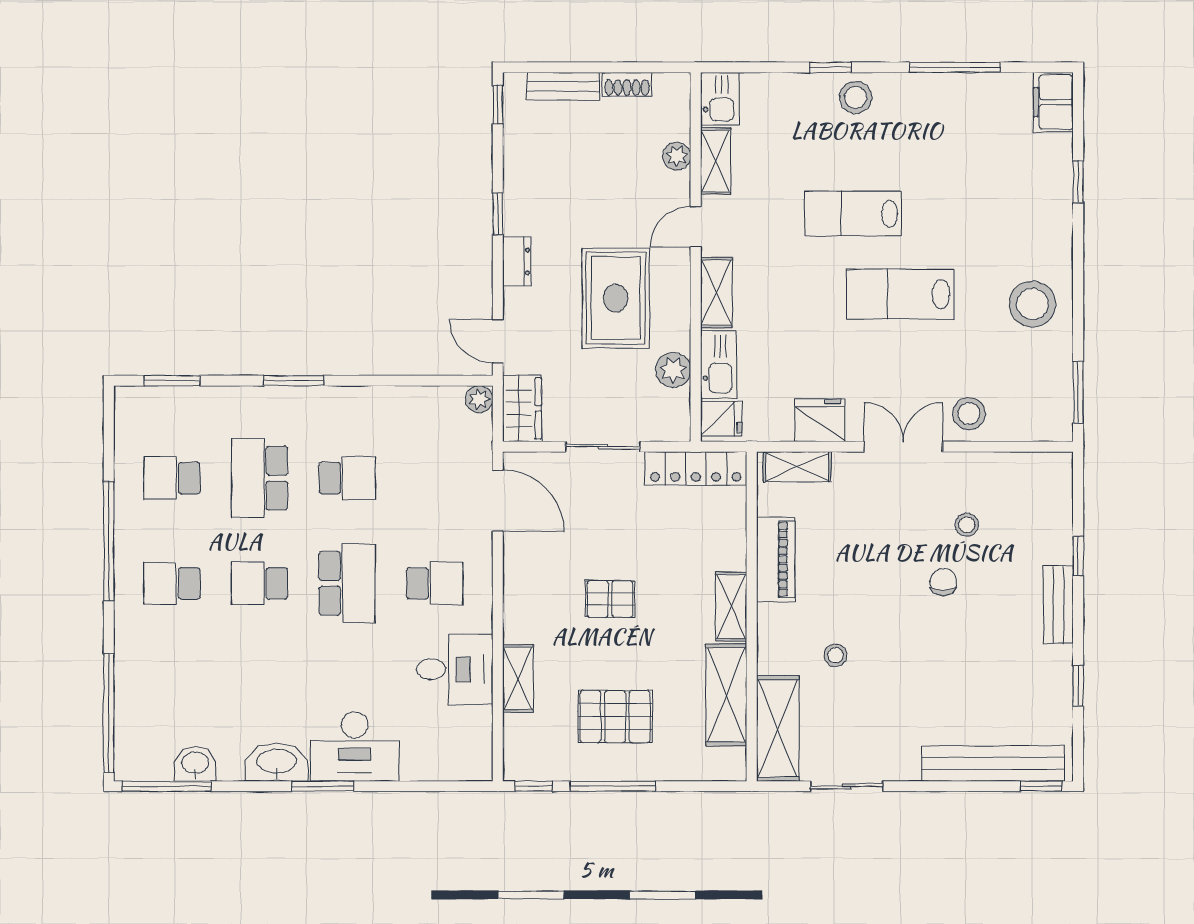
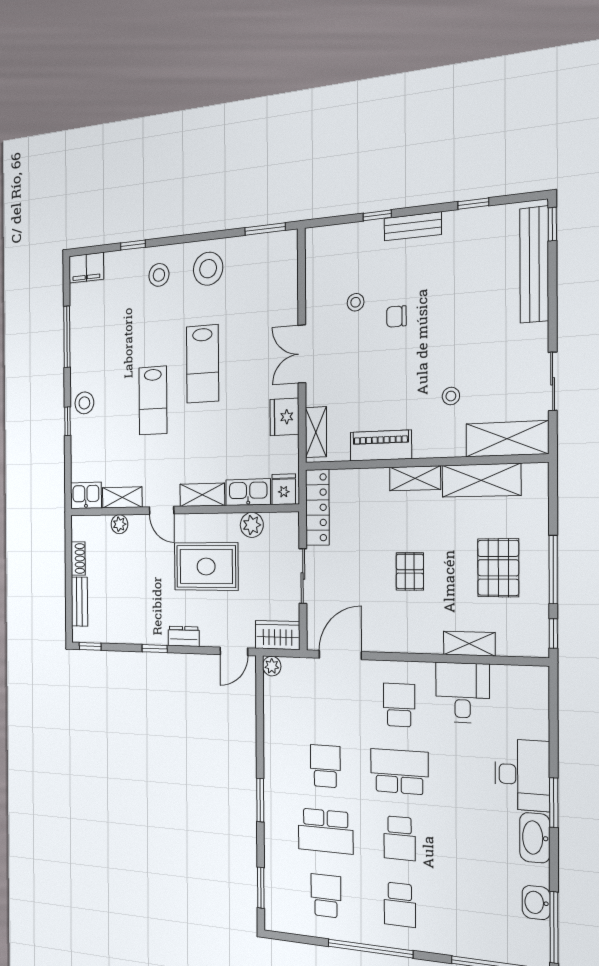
stool: (969, 414) -> (159, 275), moved
school desk: (172, 478) -> (326, 896), turned 180

